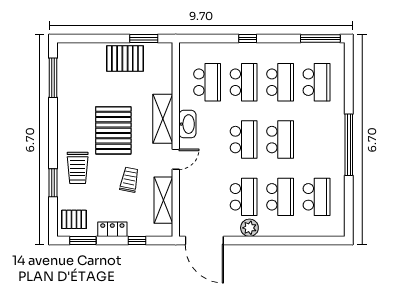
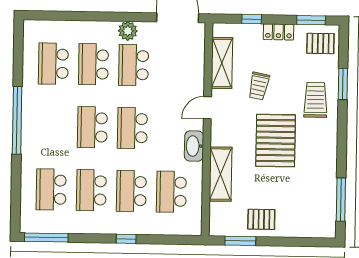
pallet: (125, 58) -> (261, 219), width x0.67, depth x0.71
shelving: (163, 119) -> (221, 174), moved

